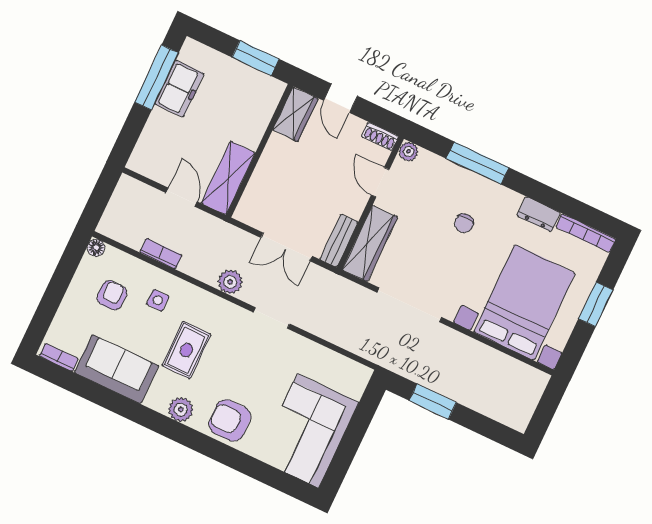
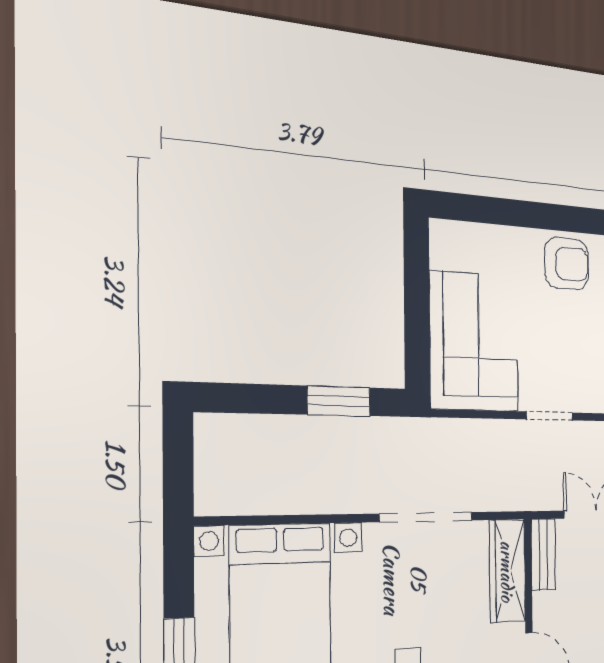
doorway: (271, 318) -> (549, 416), moved
corner sofa: (308, 431) -> (474, 342), moved

